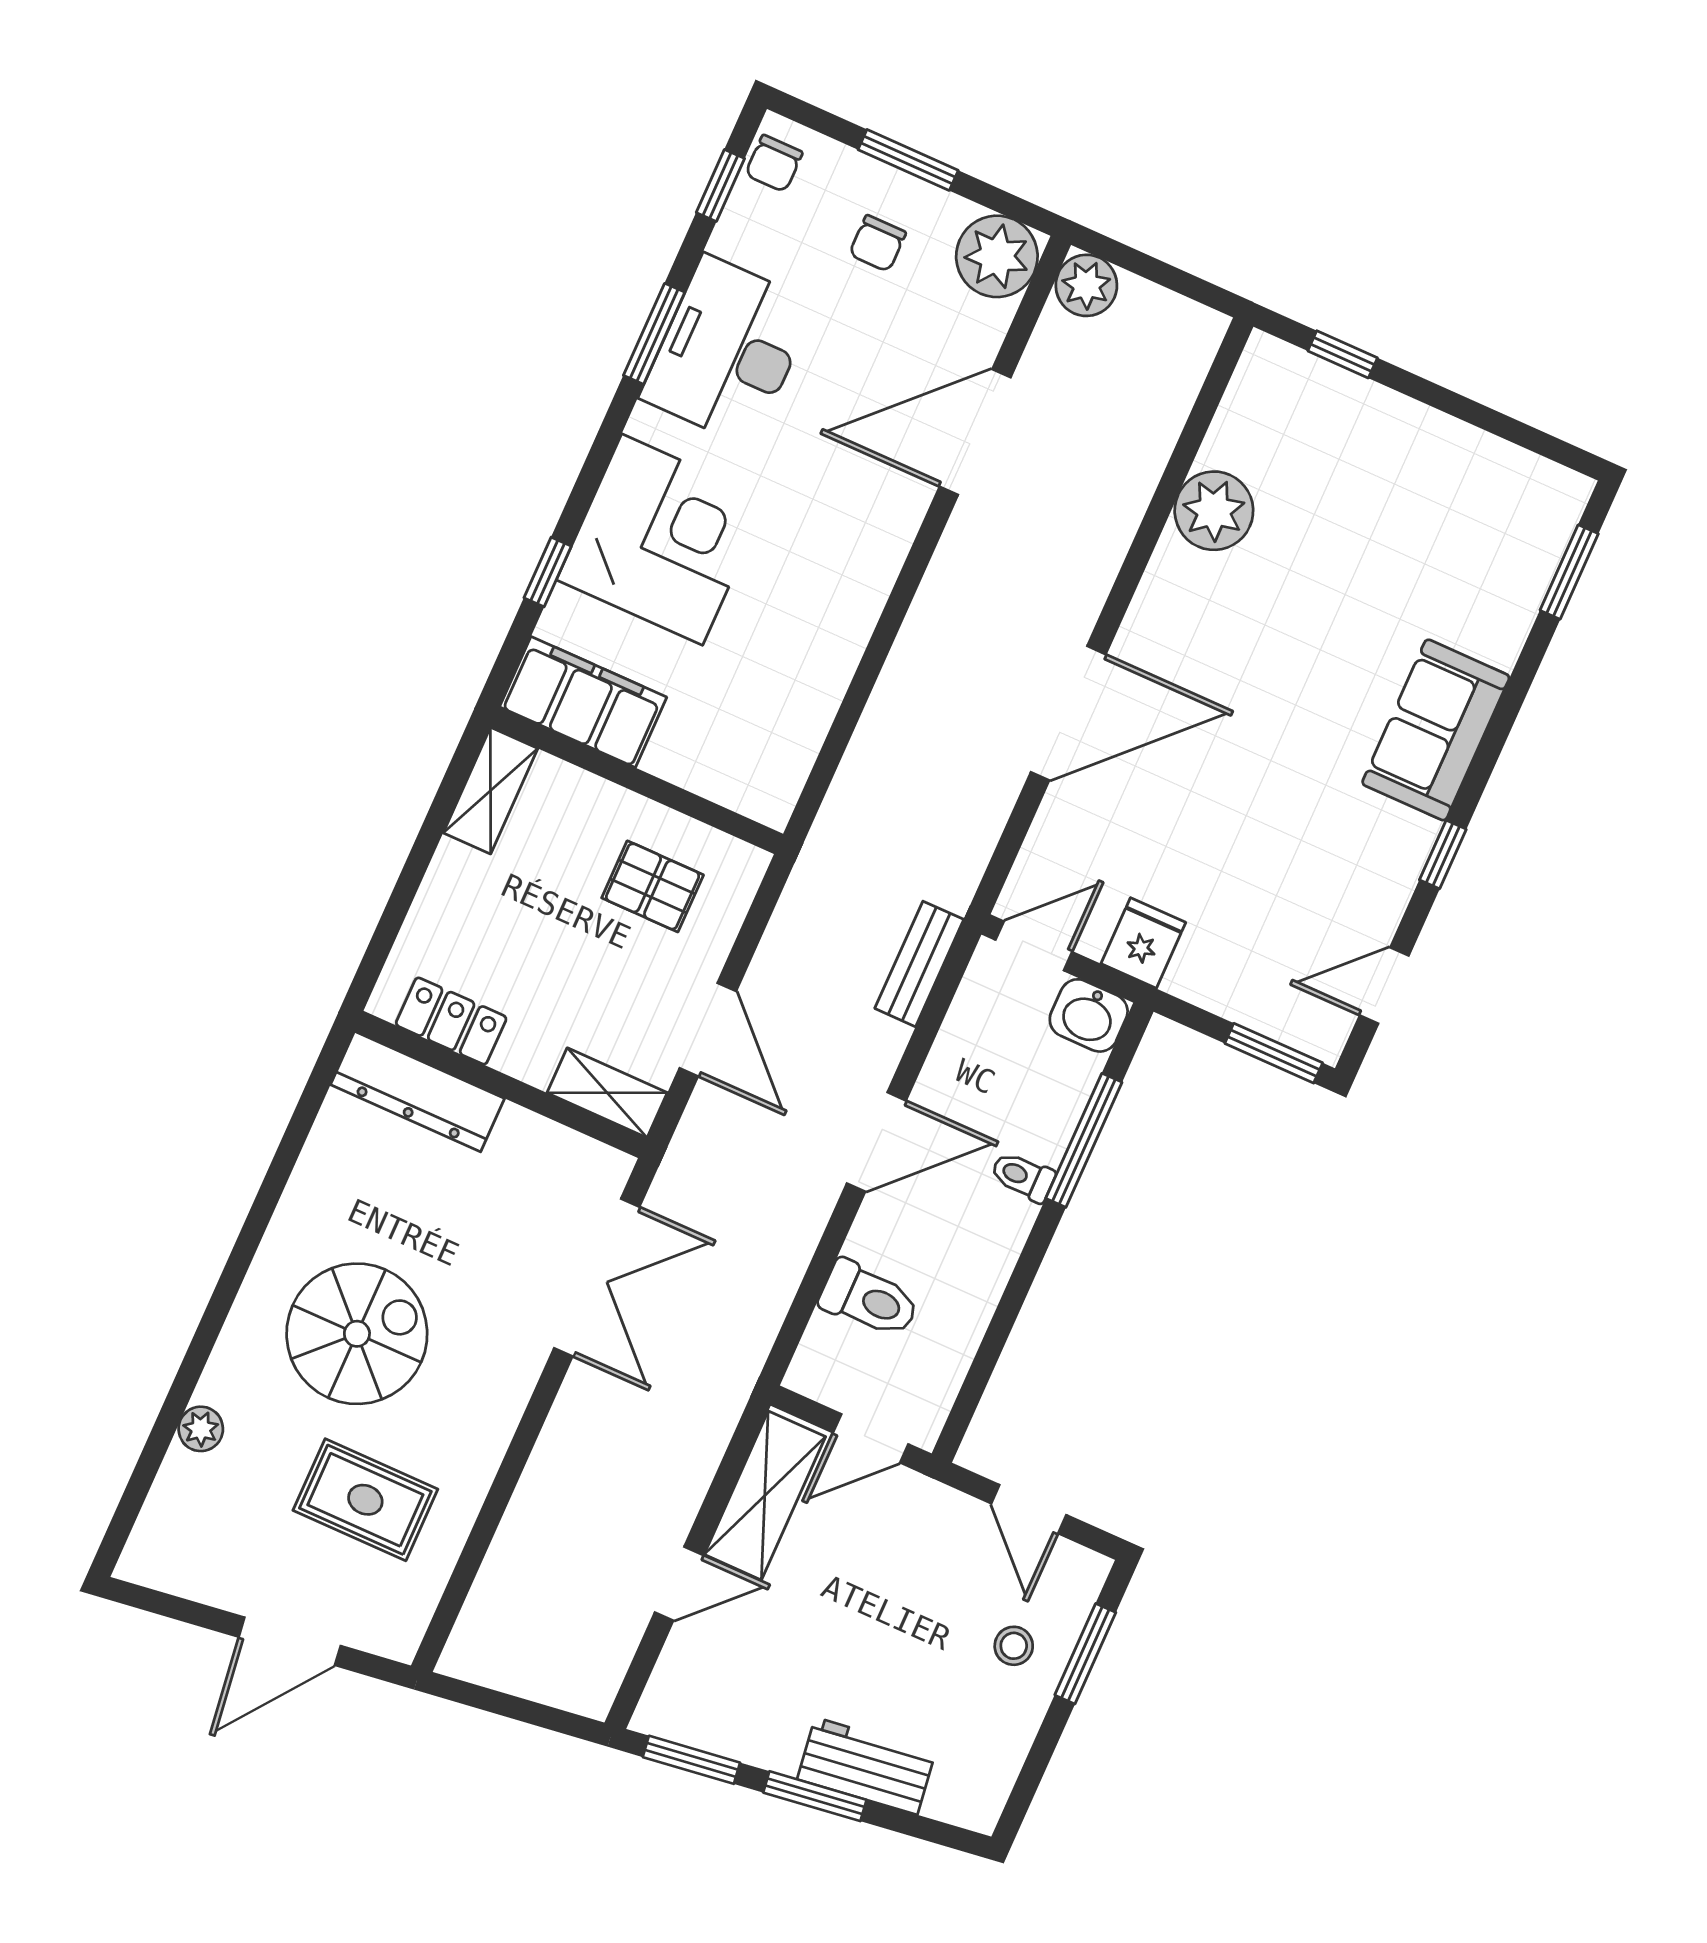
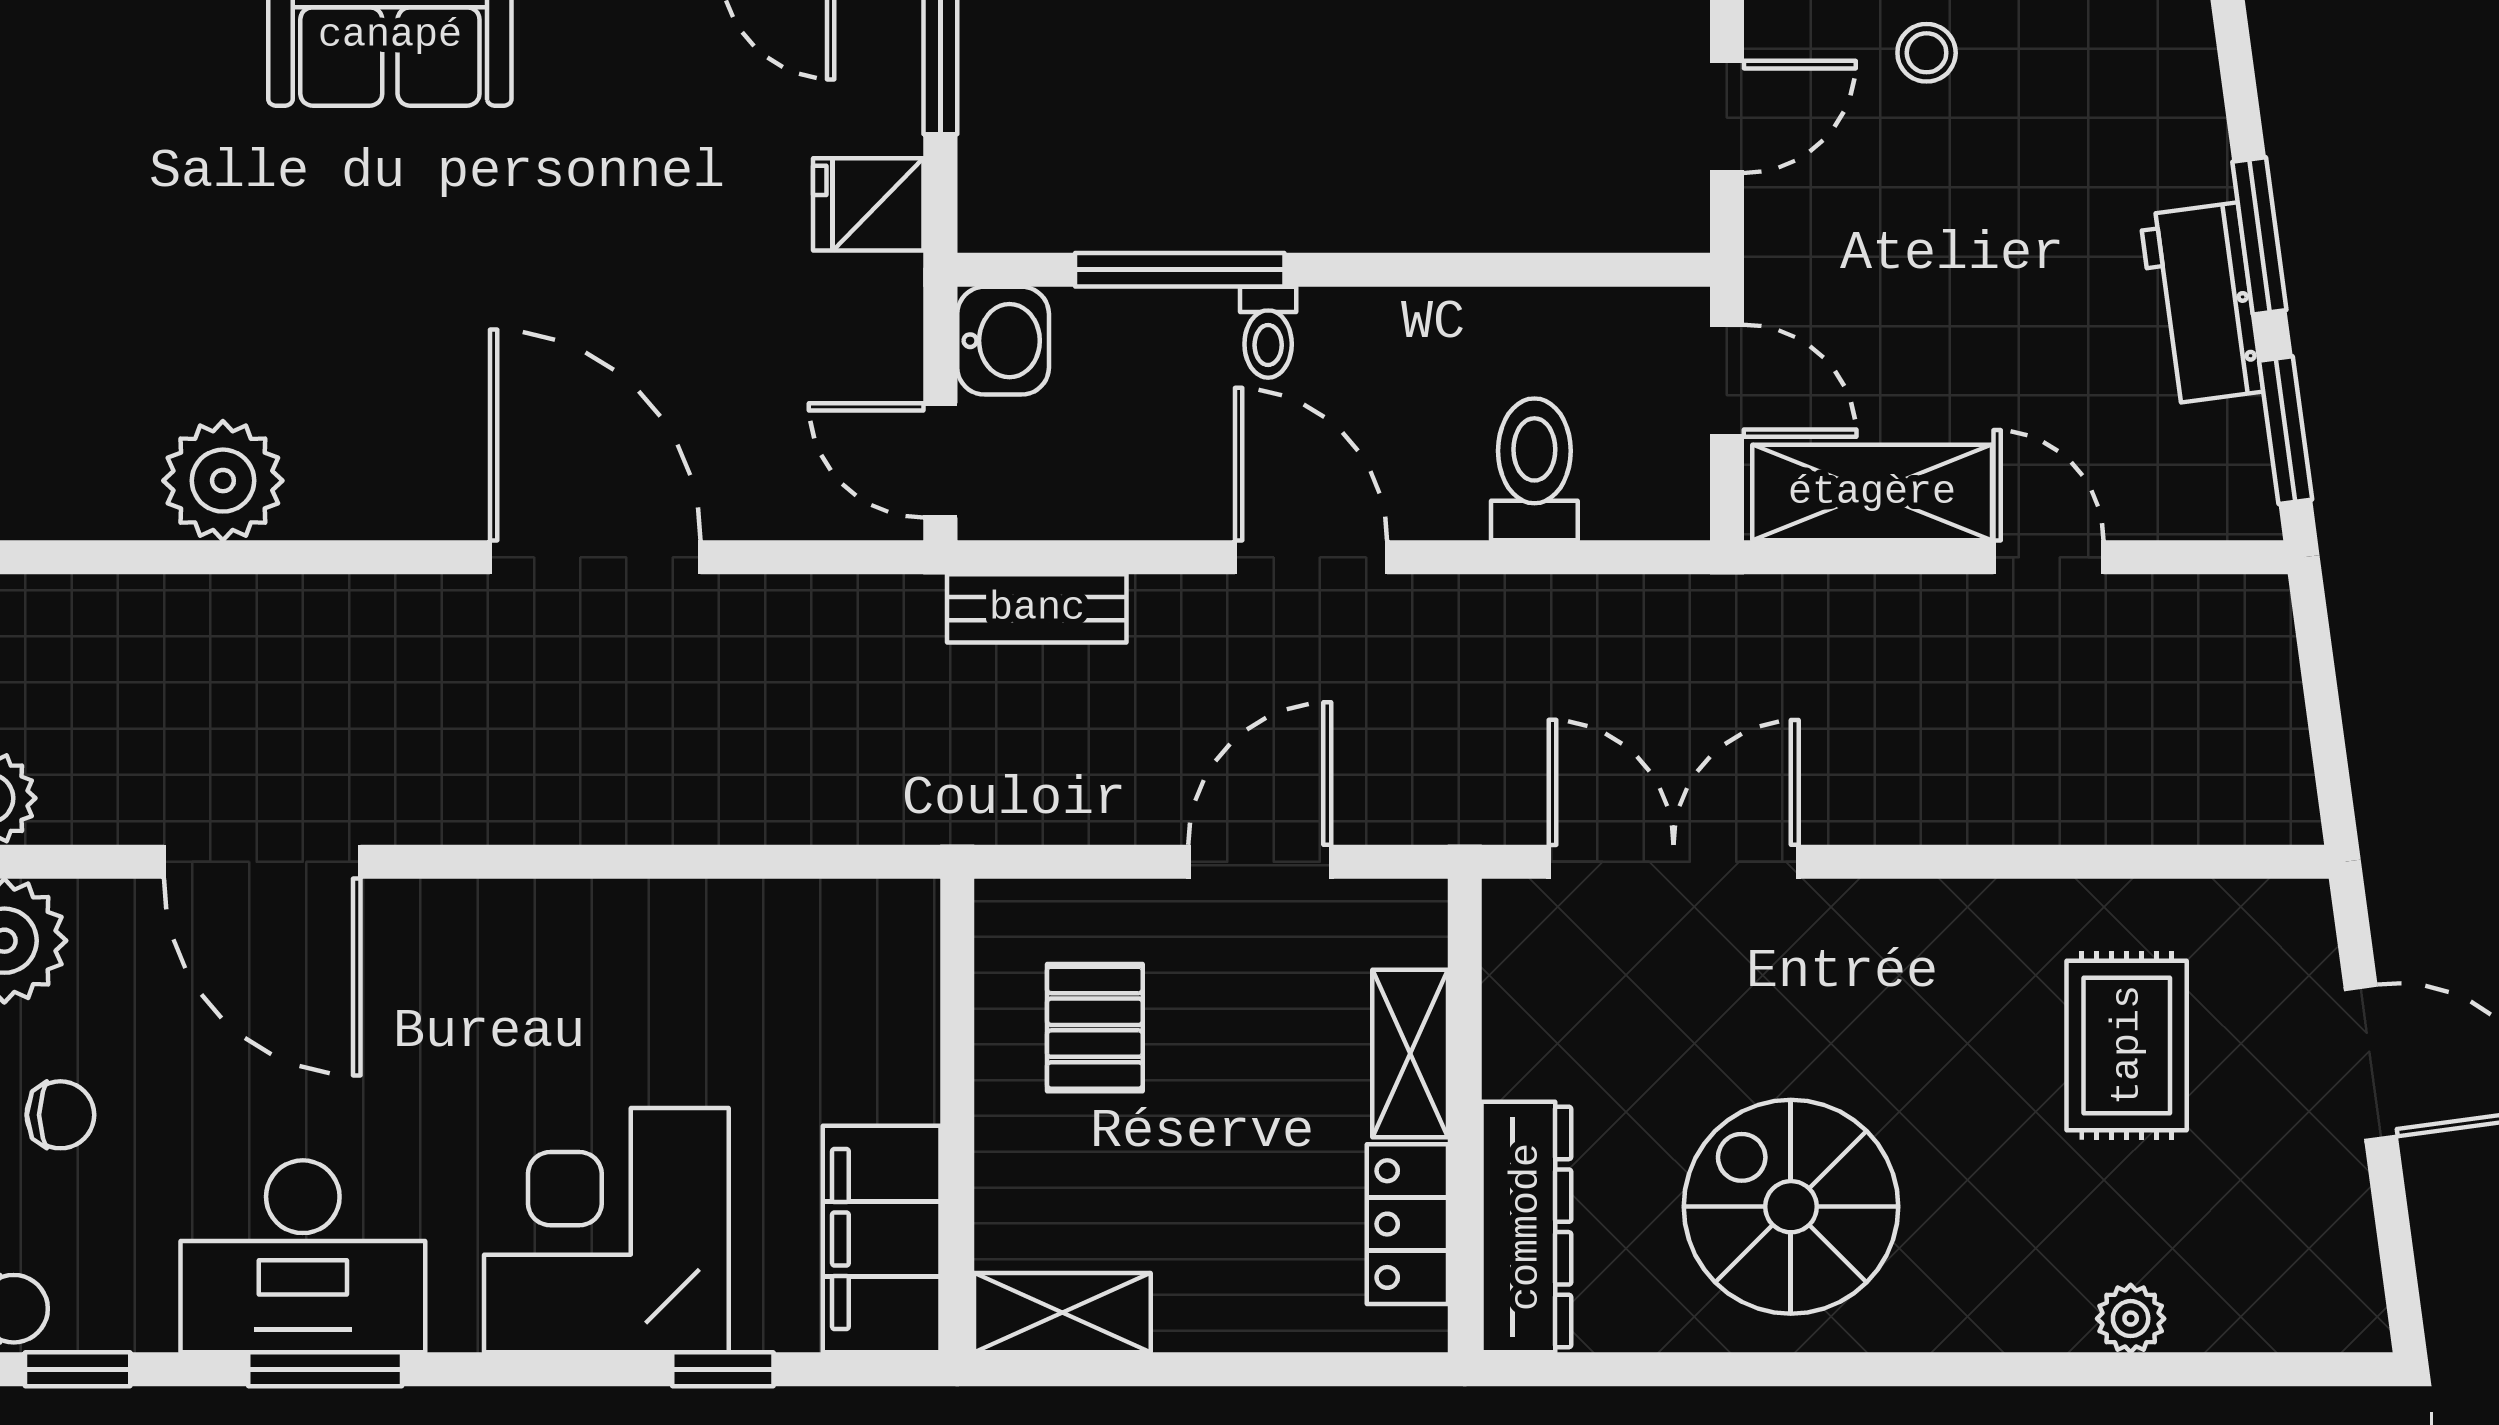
fridge: (1143, 943) -> (868, 204), moved
shelving: (607, 1093) -> (1410, 1054), moved
spiral stairs: (357, 1334) -> (1791, 1207), moved
workbench: (866, 1766) -> (2202, 303), moved

